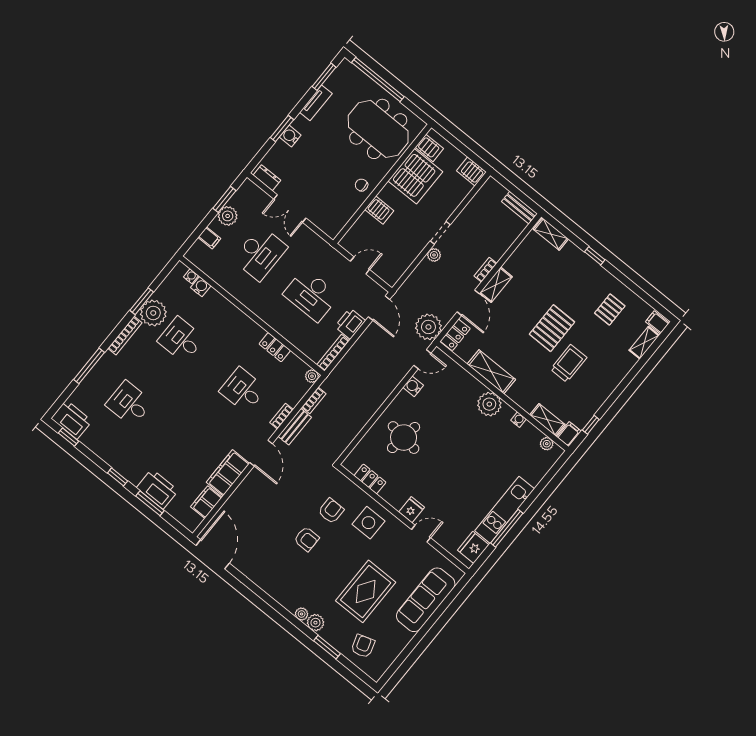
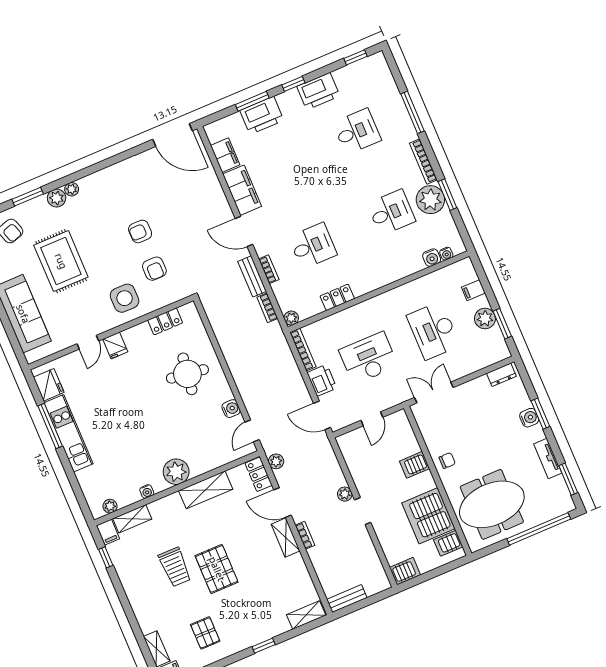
double door: (290, 208) -> (434, 393), moved
plant: (428, 327) -> (276, 461), width x0.53, depth x0.53
printer: (72, 420) -> (318, 91), moved

